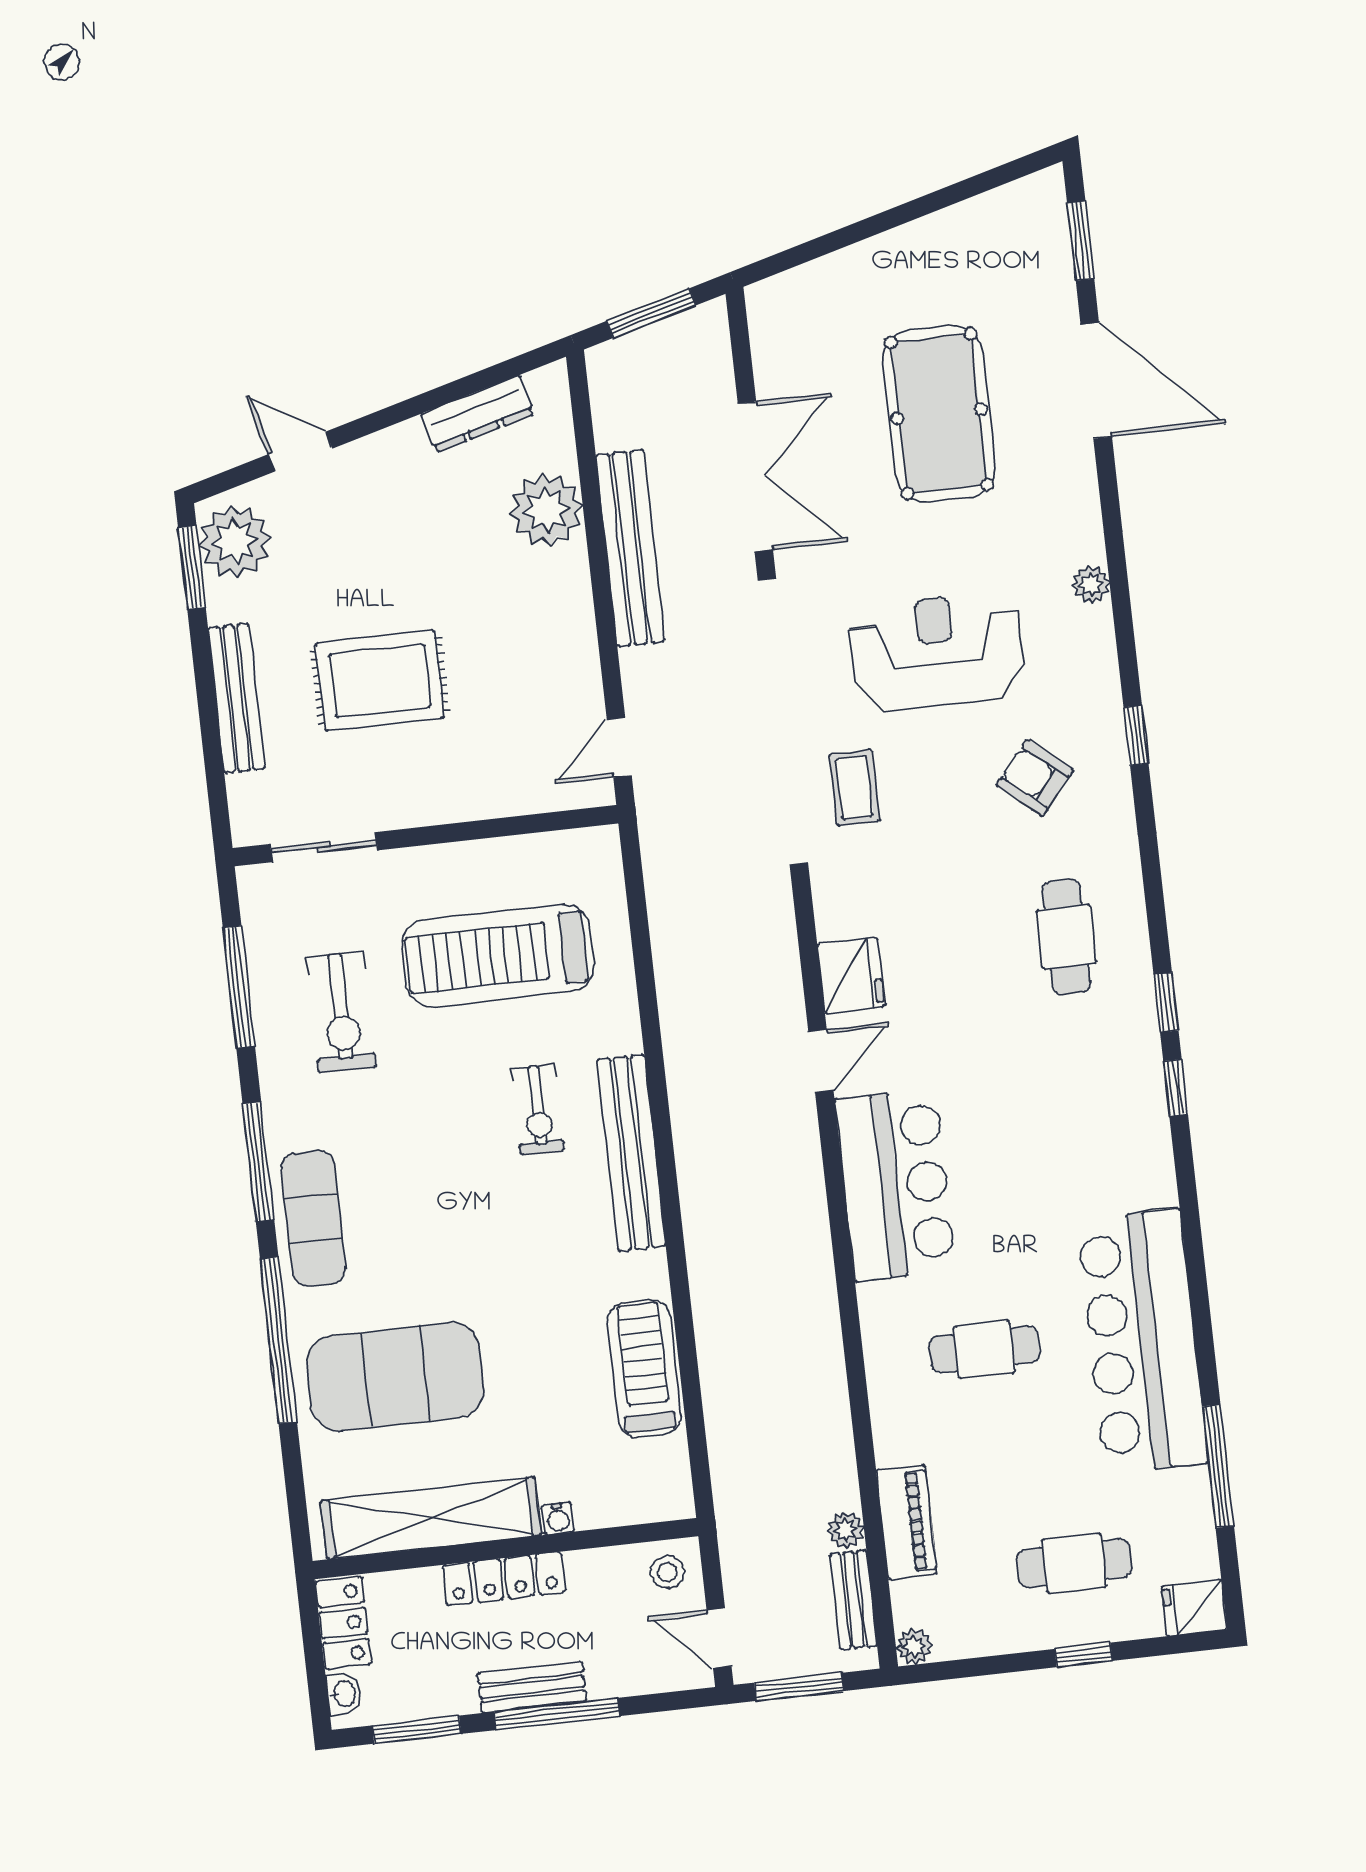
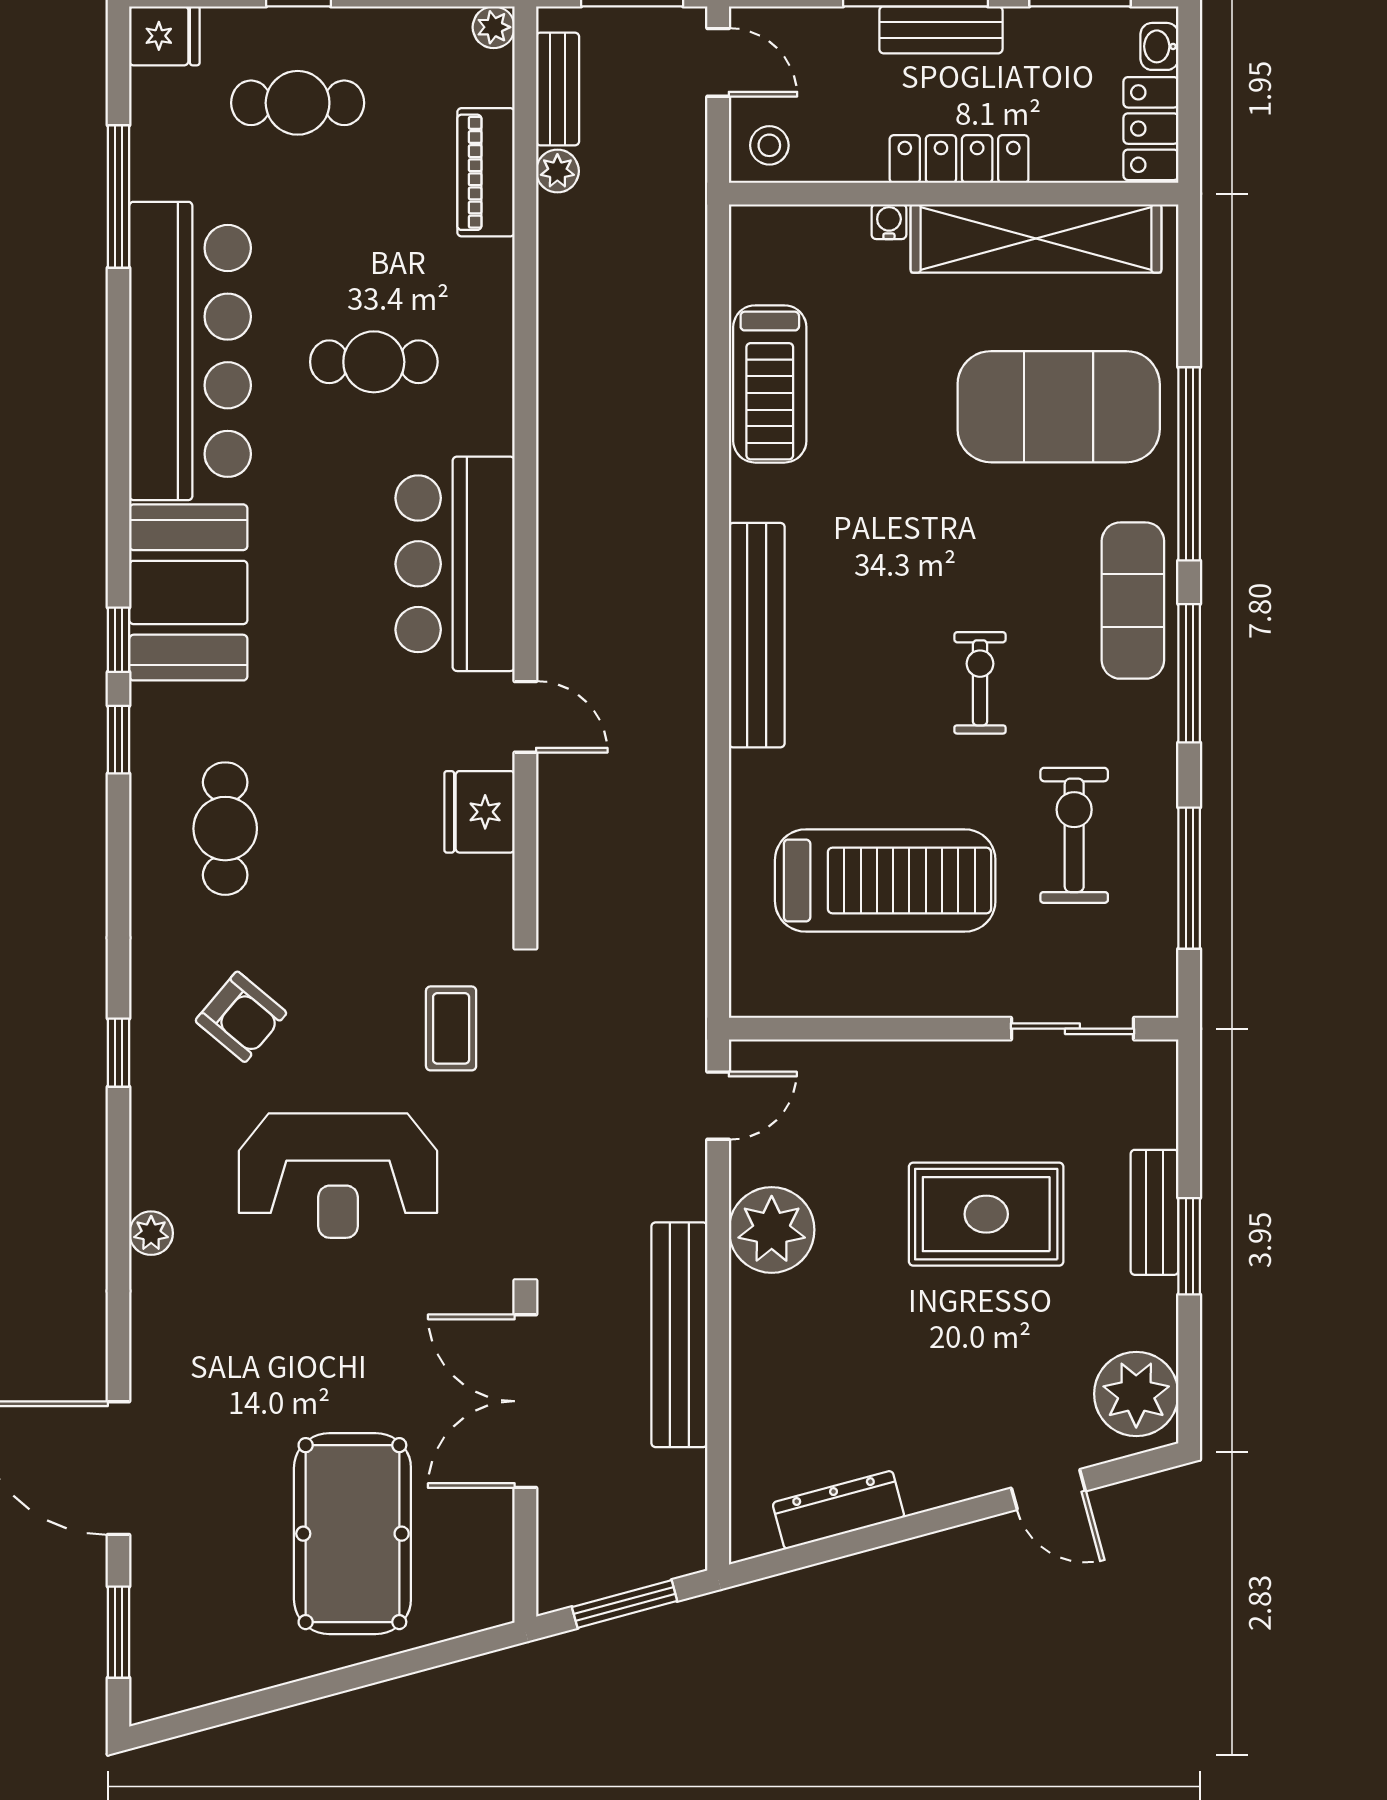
pool table: (939, 414) -> (352, 1534), moved
plant: (546, 510) -> (772, 1230), moved
window: (192, 568) -> (1189, 1246), moved
bench: (236, 698) -> (1155, 1212), width x0.73
door: (821, 1061) -> (525, 717), swing flipped
exercise bike: (538, 1109) -> (980, 683), moved
booth: (1121, 1135) -> (188, 592), added

